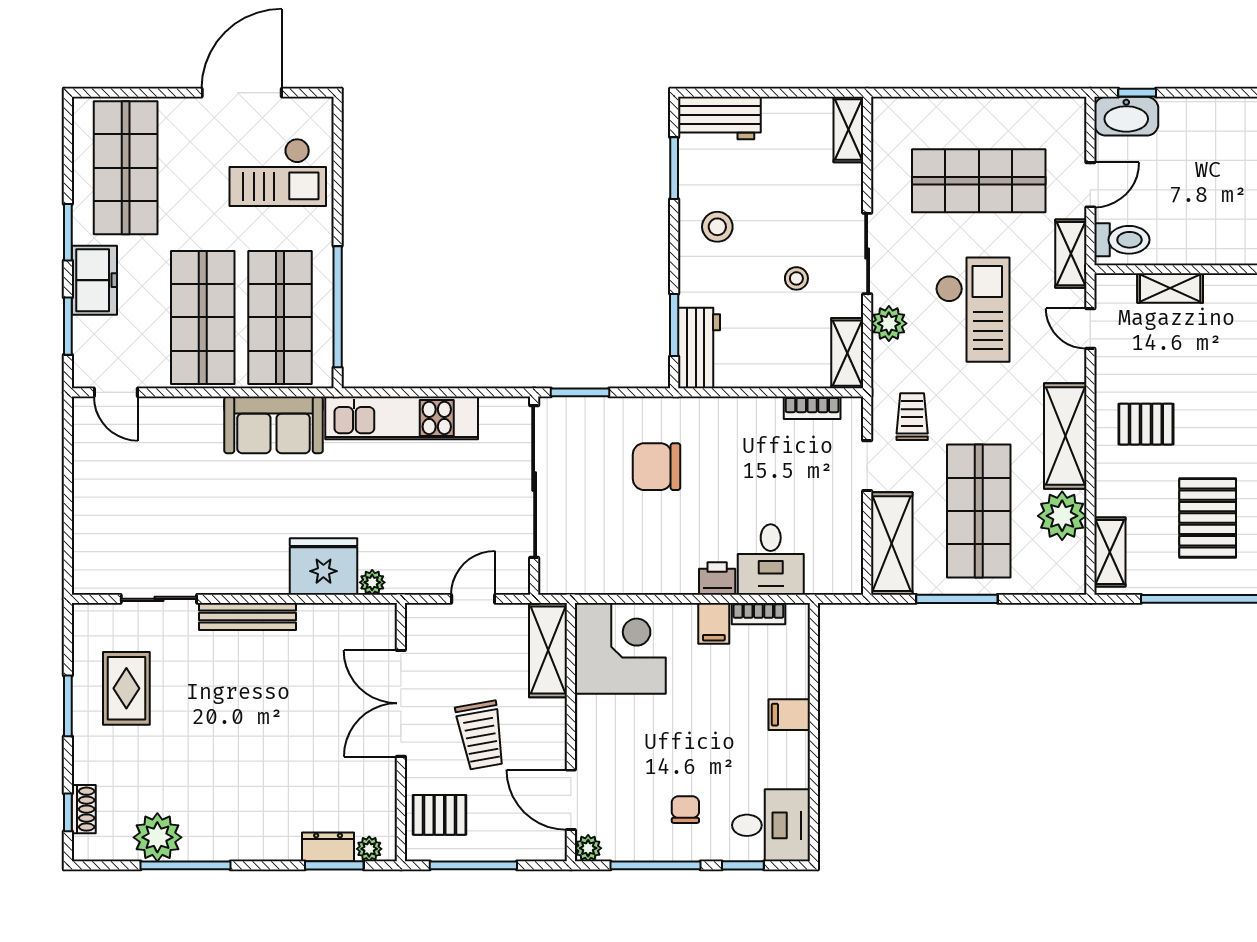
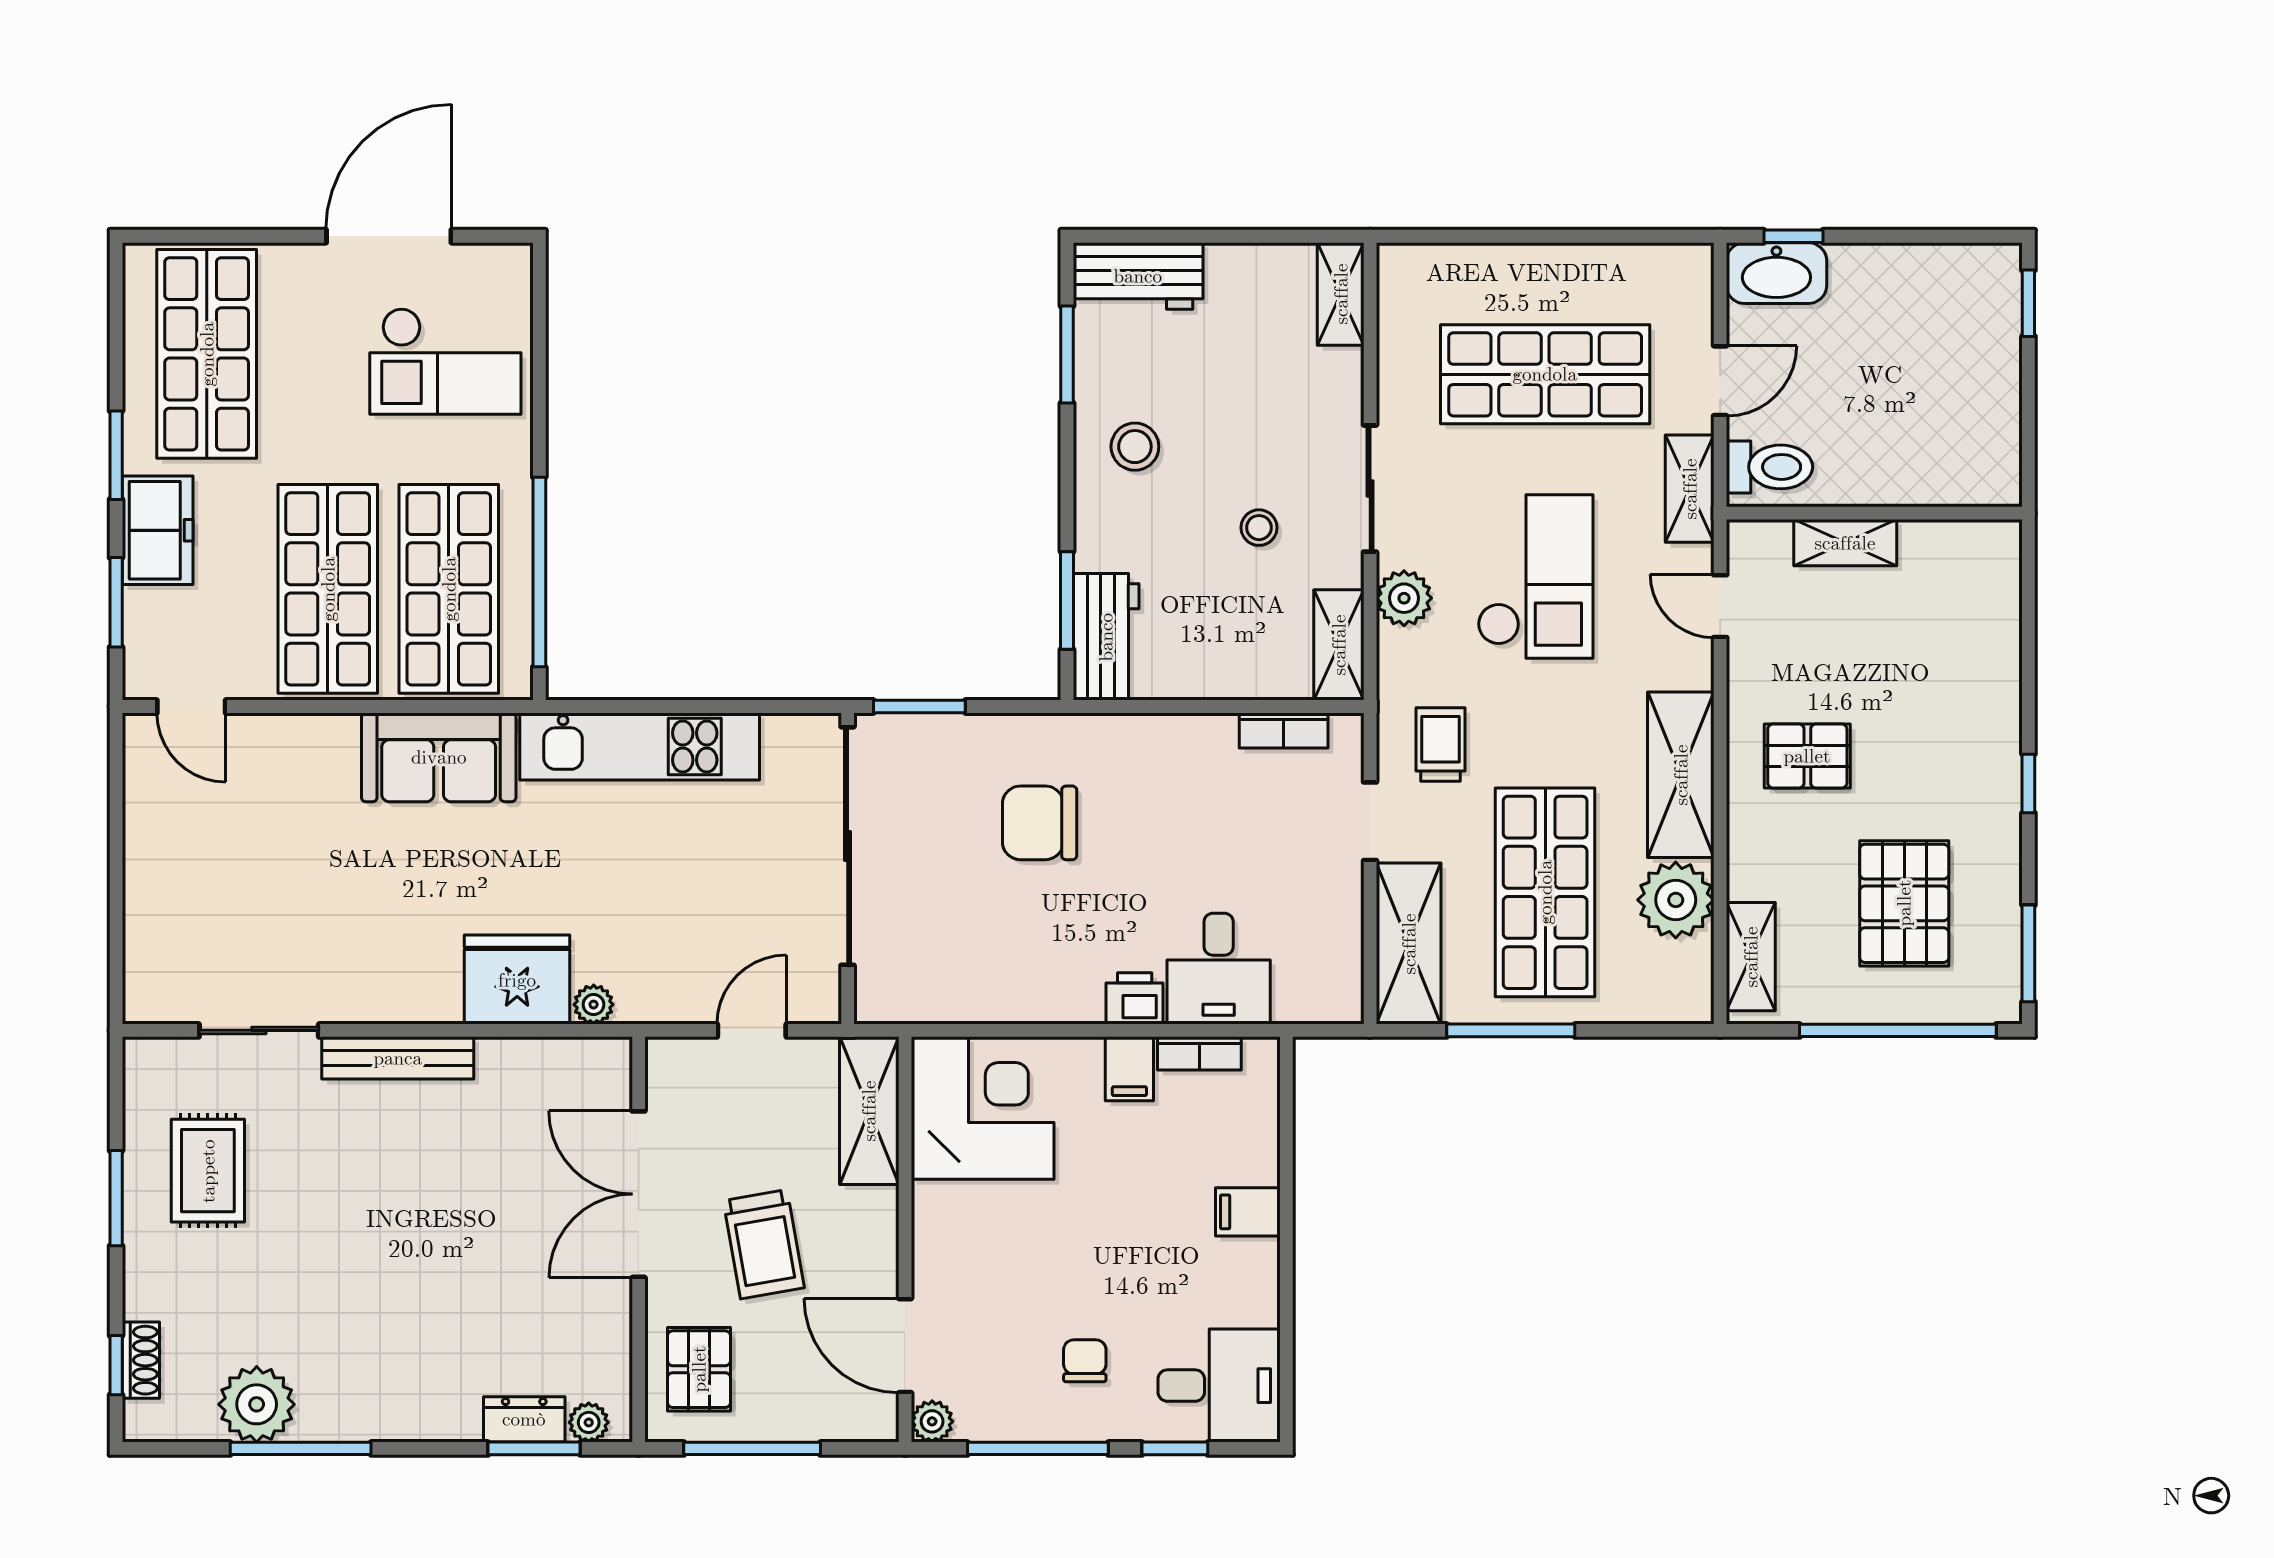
pallet: (439, 815) -> (699, 1369), turned 90

